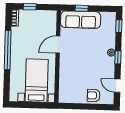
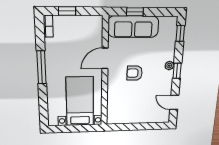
window: (8, 50) -> (41, 67), width x0.68
armchair: (94, 95) -> (135, 73), moved

